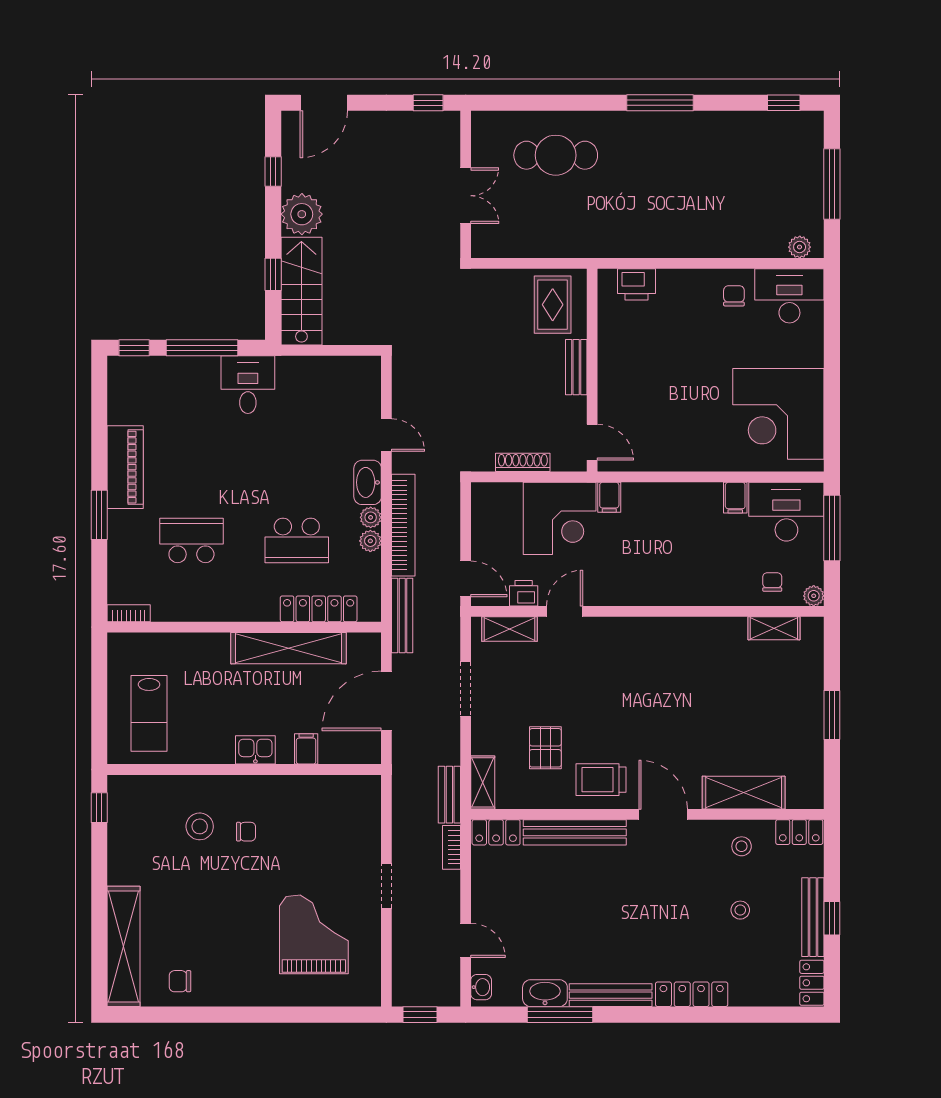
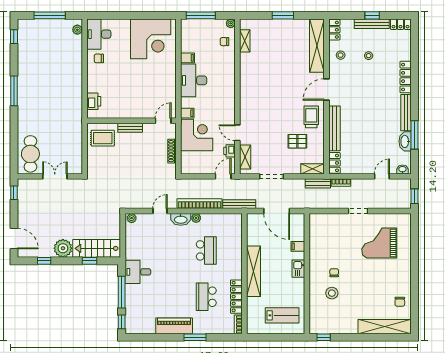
cafe table: (556, 155) -> (30, 154), moved
desk: (786, 512) -> (194, 80), moved
plant: (370, 541) -> (132, 218), moved
locker: (319, 609) -> (236, 297), moved
shelving: (288, 648) -> (254, 271), moved
trolley: (601, 780) -> (311, 117), turned 180
shelving: (744, 793) -> (317, 46), width x1.47

